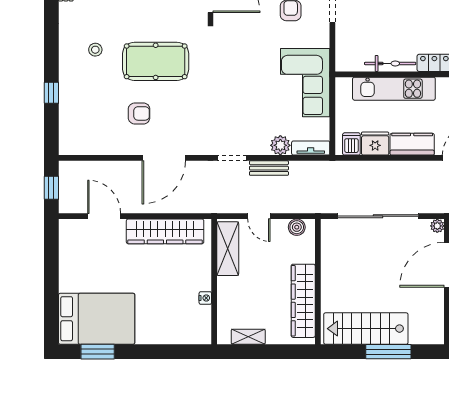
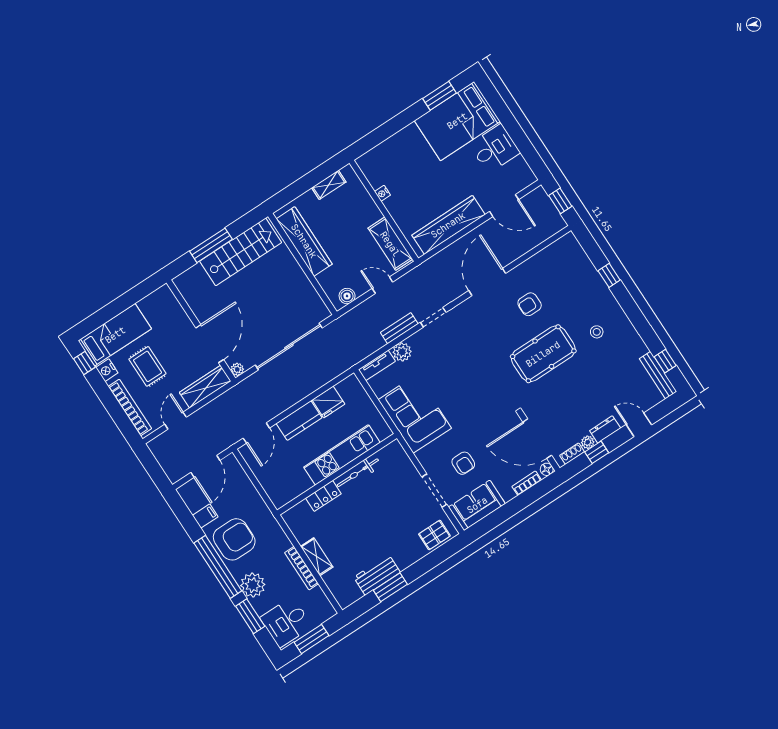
dishwasher: (351, 144) -> (347, 390), removed
desk: (79, 272) -> (495, 149), added

